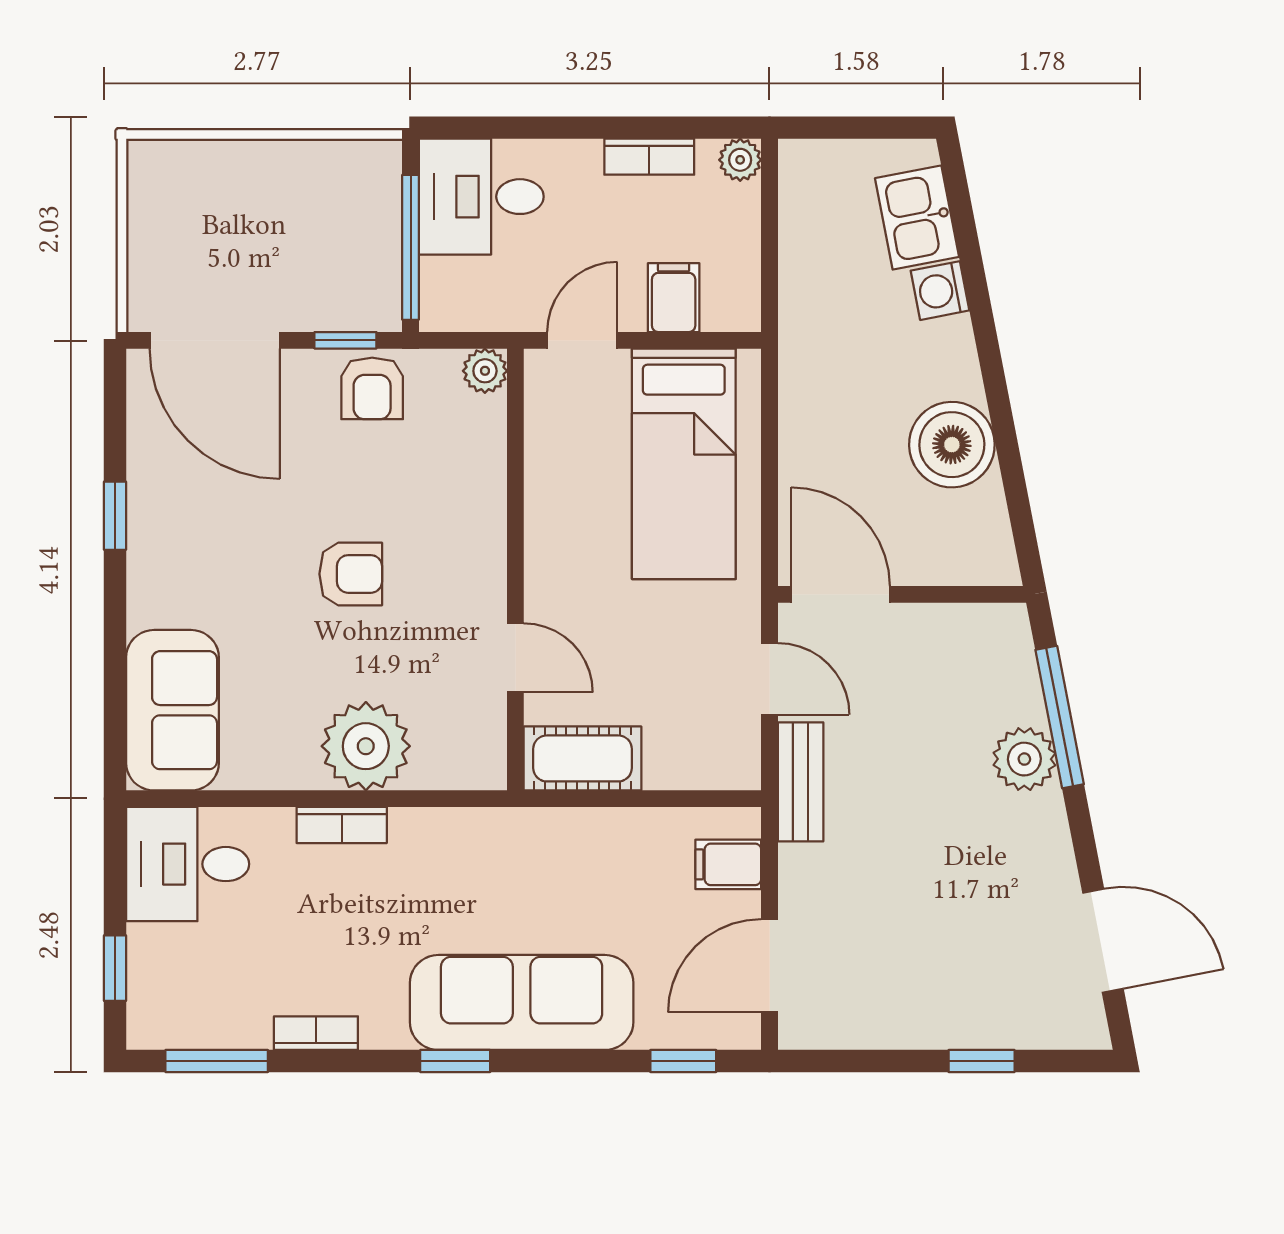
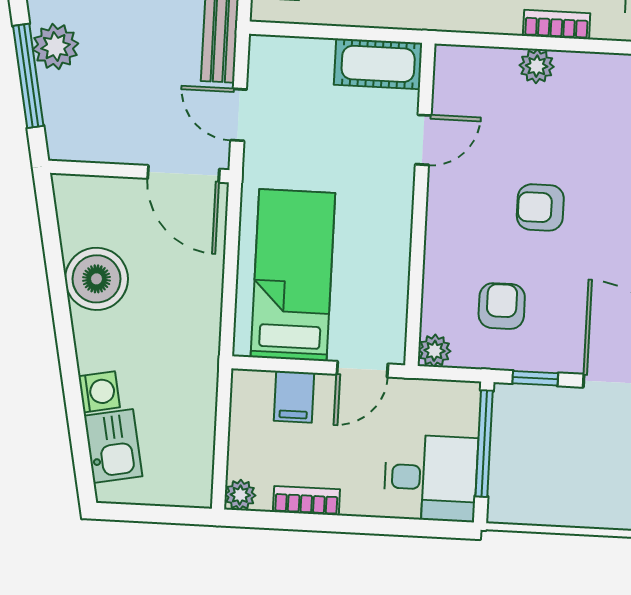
armchair: (372, 388) -> (502, 306), moved
door: (515, 658) -> (423, 140), swing flipped
plant: (366, 746) -> (537, 66), width x0.53, depth x0.53

